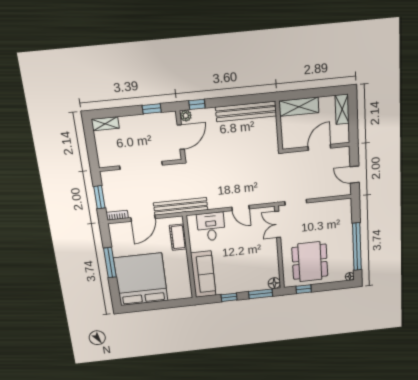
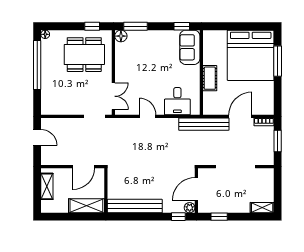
shelving: (342, 109) -> (47, 186), moved
door: (319, 147) -> (84, 167), moved
cot: (178, 237) -> (210, 78), moved
dining table: (310, 262) -> (84, 55), turned 90
window: (110, 263) -> (278, 61), moved
sofa: (203, 274) -> (190, 47), width x0.73
window: (229, 297) -> (182, 26), moved

